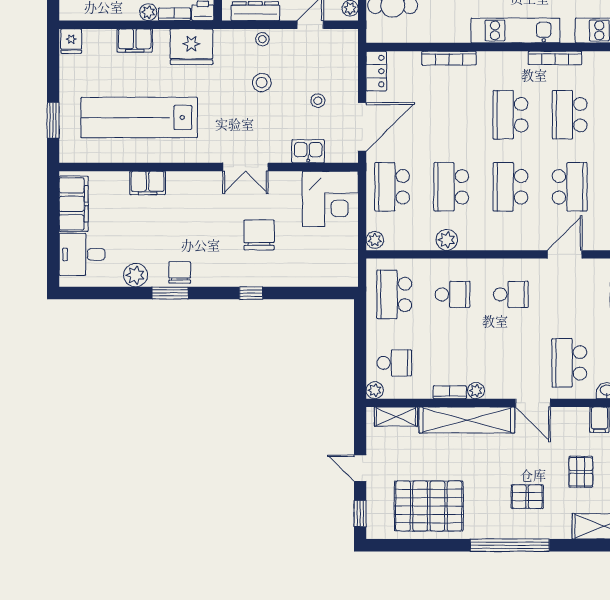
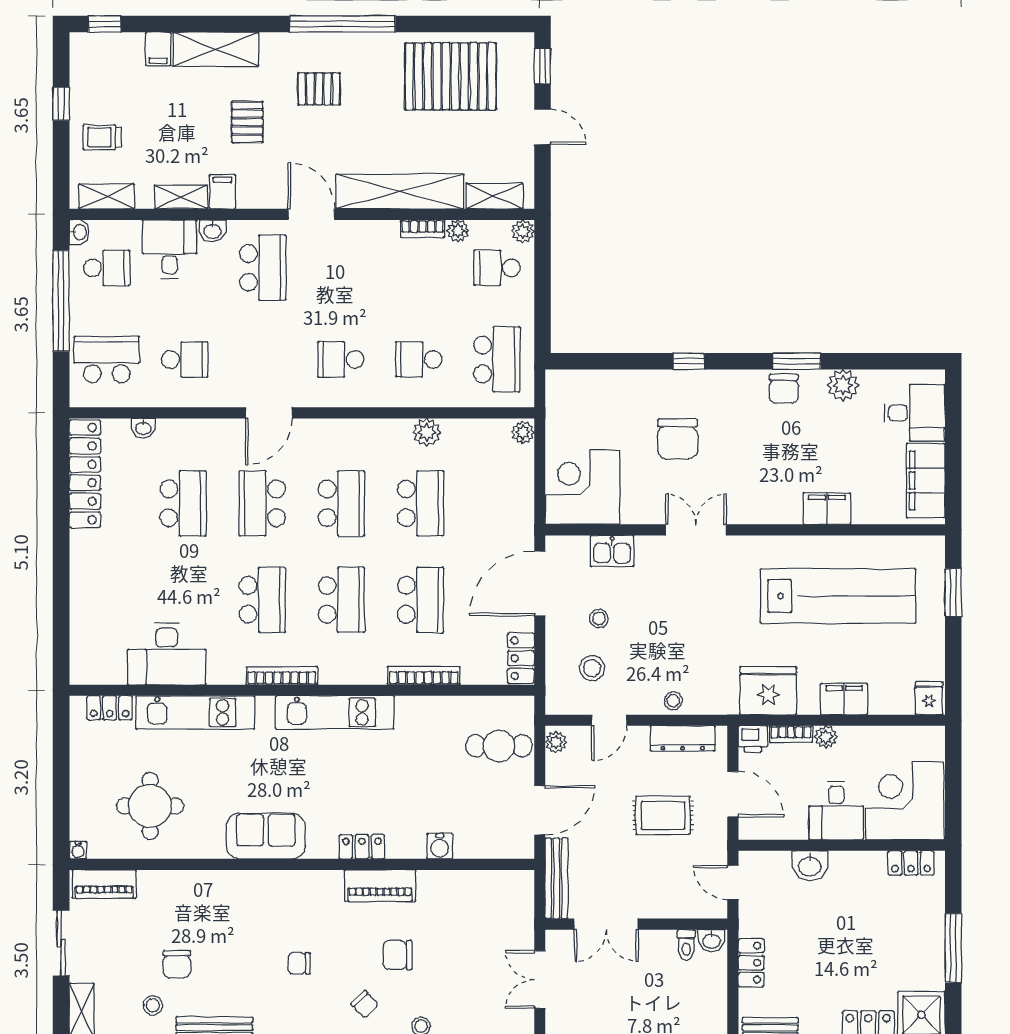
stool: (262, 82) -> (592, 668), moved
school desk: (392, 187) -> (421, 600), moved
plant: (476, 391) -> (458, 231), moved

